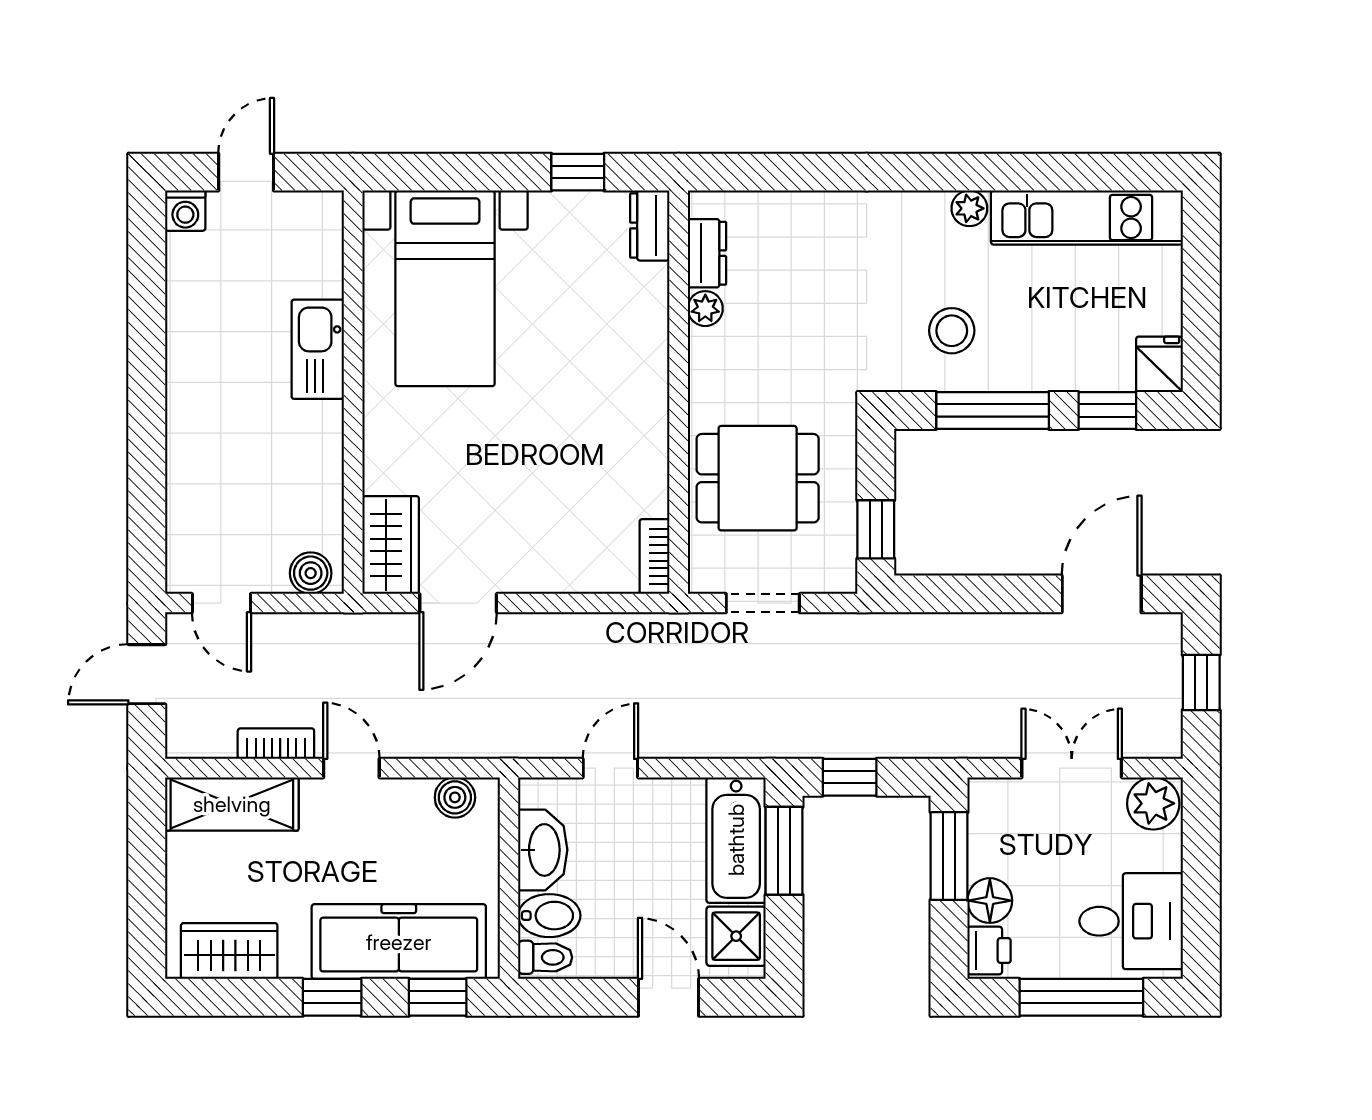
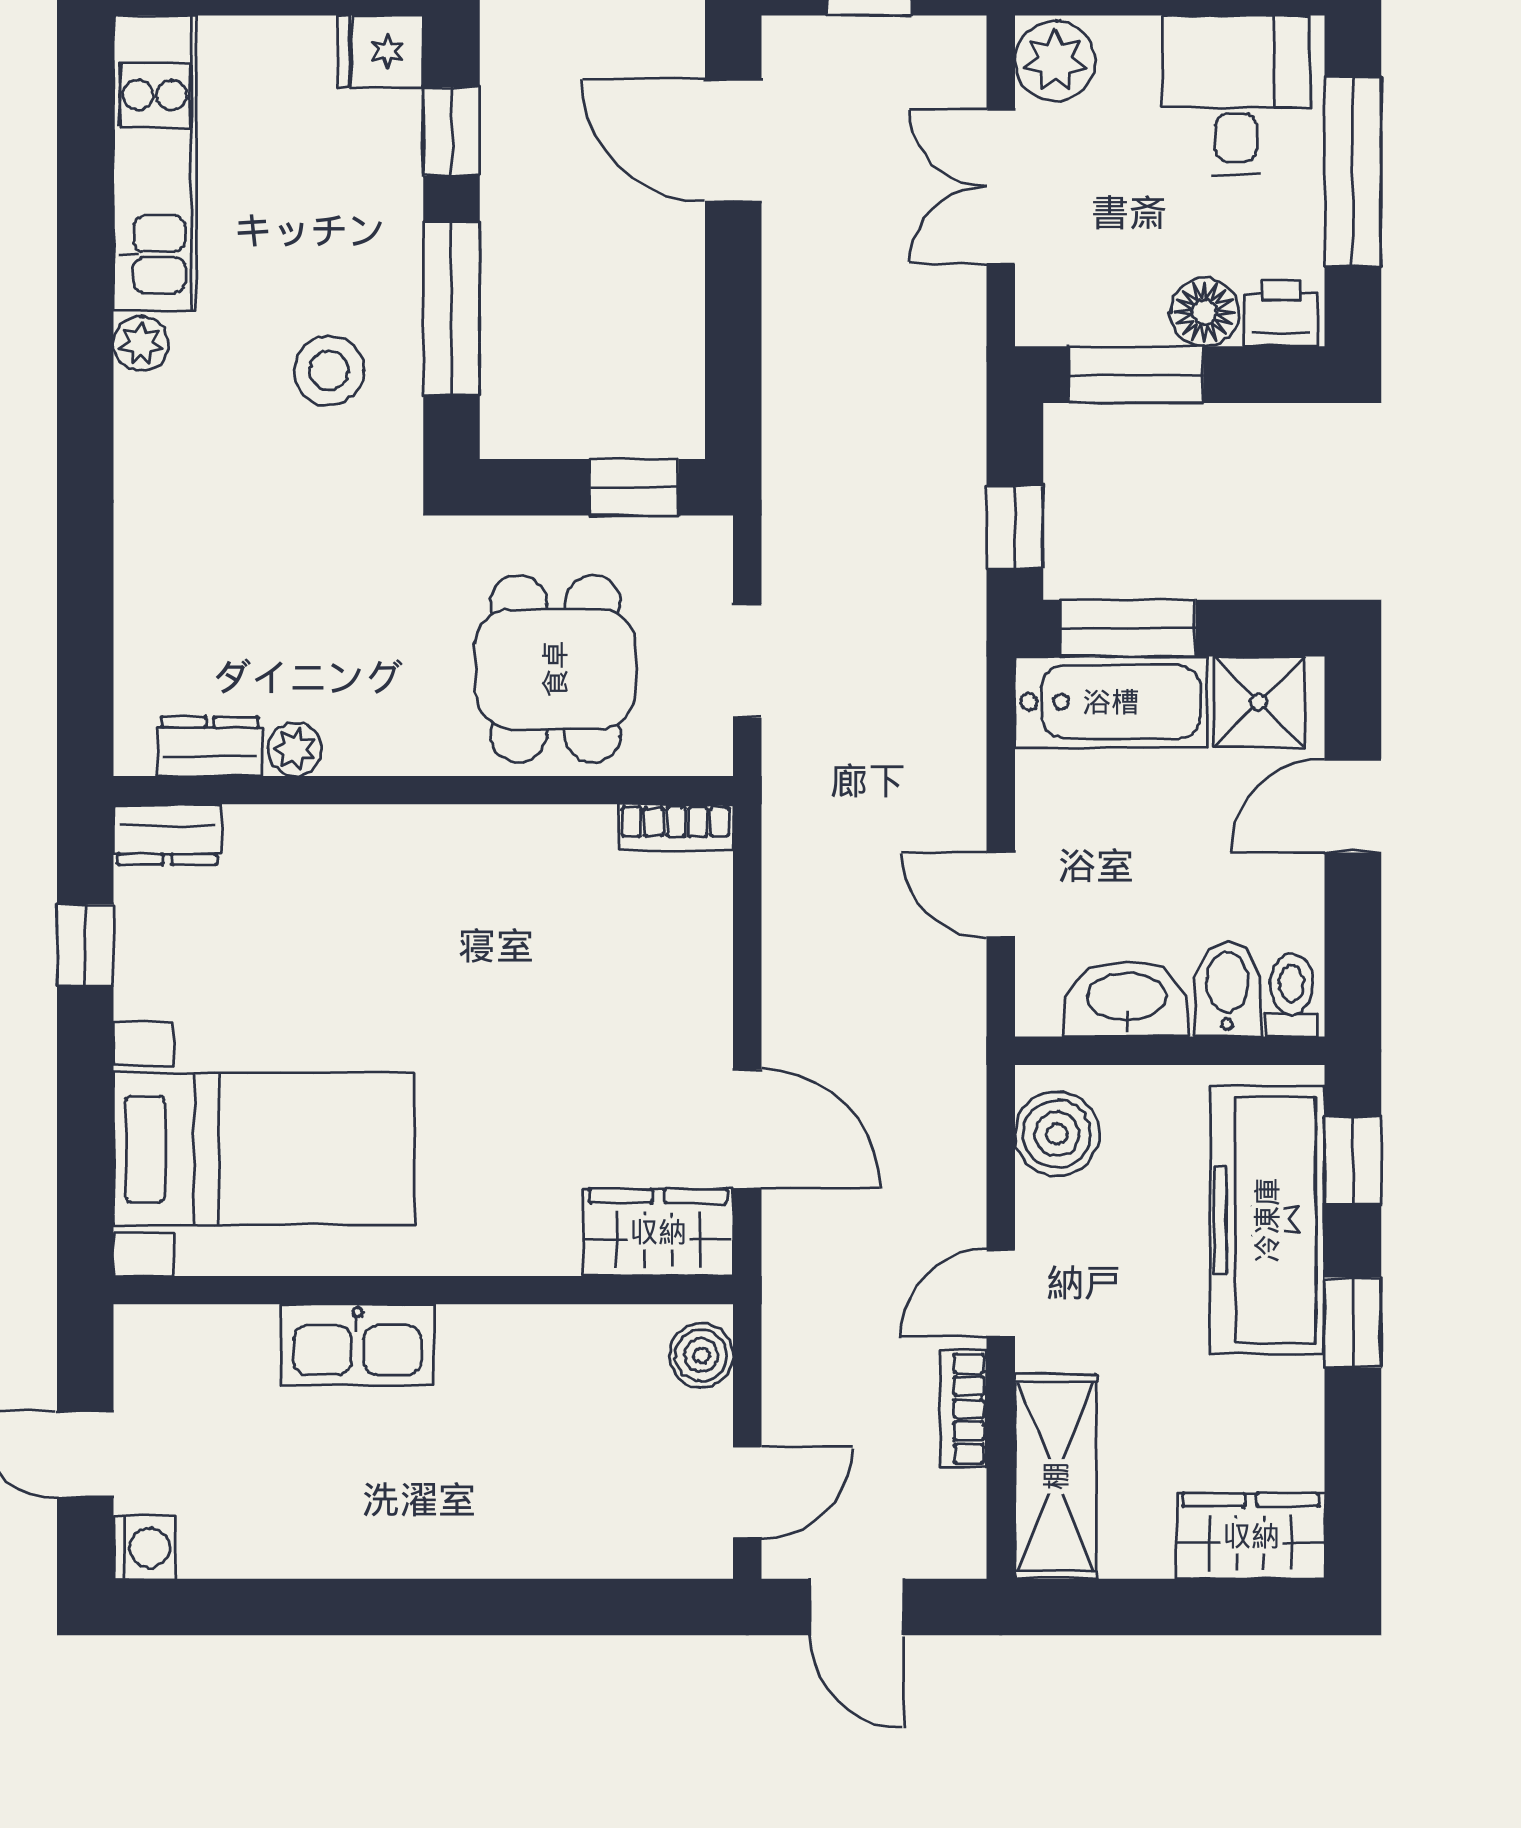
boiler: (455, 797) -> (1057, 1134), width x1.36, depth x1.36
wardrobe: (229, 951) -> (1251, 1536), moved, turned 90

